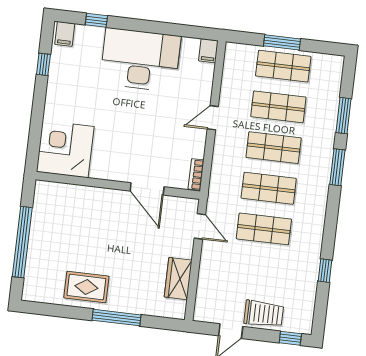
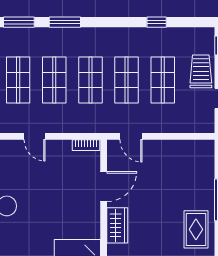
door: (200, 226) -> (131, 136), swing flipped
shop shelf: (259, 270) -> (163, 80), added
wardrobe: (178, 279) -> (117, 225), moved, turned -90

